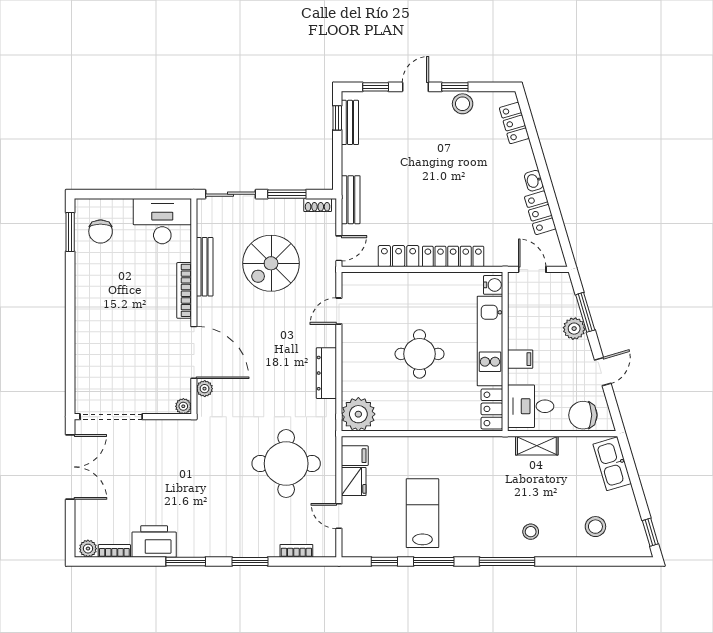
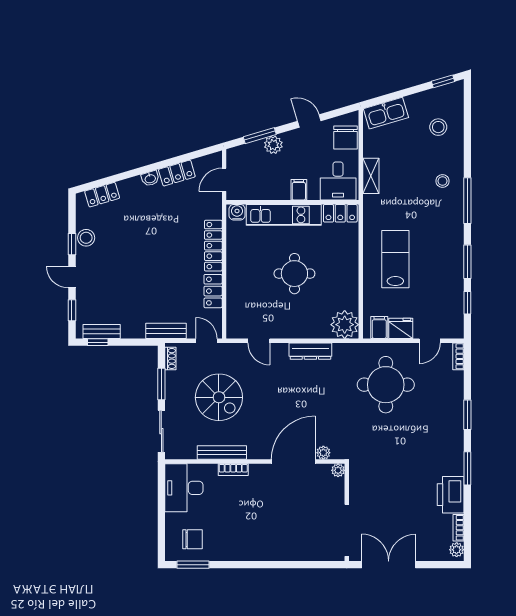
bookcase: (184, 290) -> (233, 470), width x0.64
lab bench: (422, 513) -> (395, 259), moved, turned 90
bookcase: (296, 551) -> (458, 356), moved

